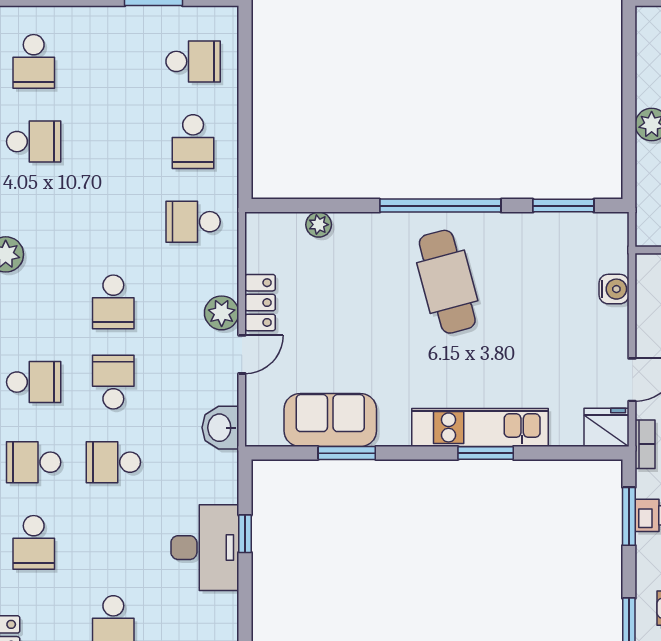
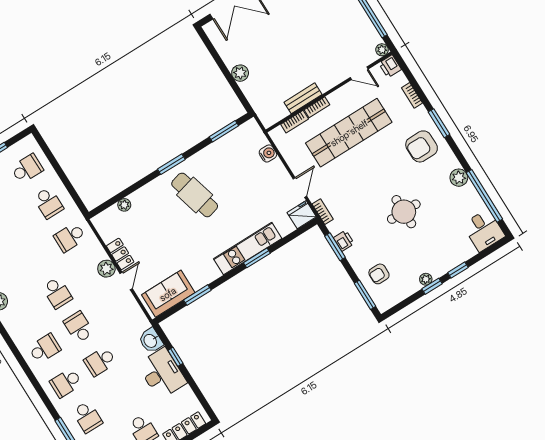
window: (440, 206) -> (171, 164), width x0.47
sofa: (330, 420) -> (168, 294), moved
washbasin: (220, 428) -> (151, 341), moved

